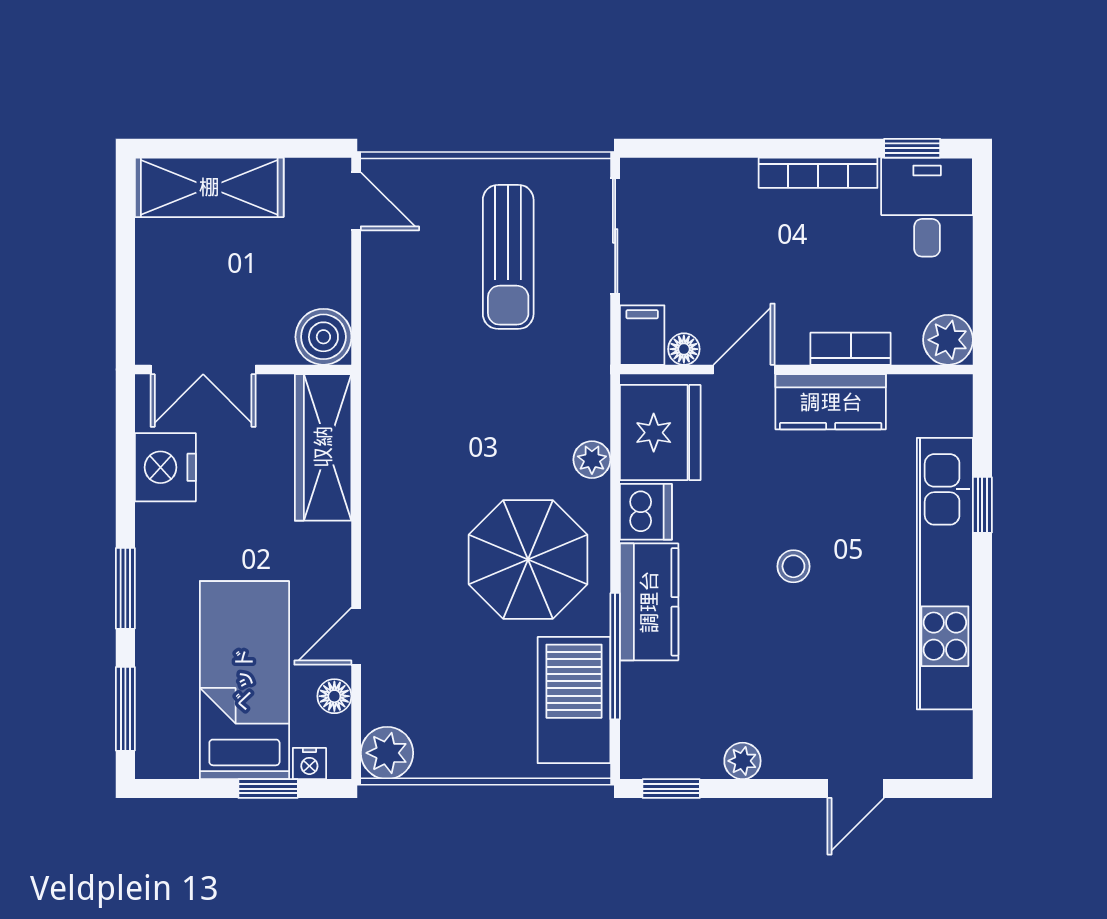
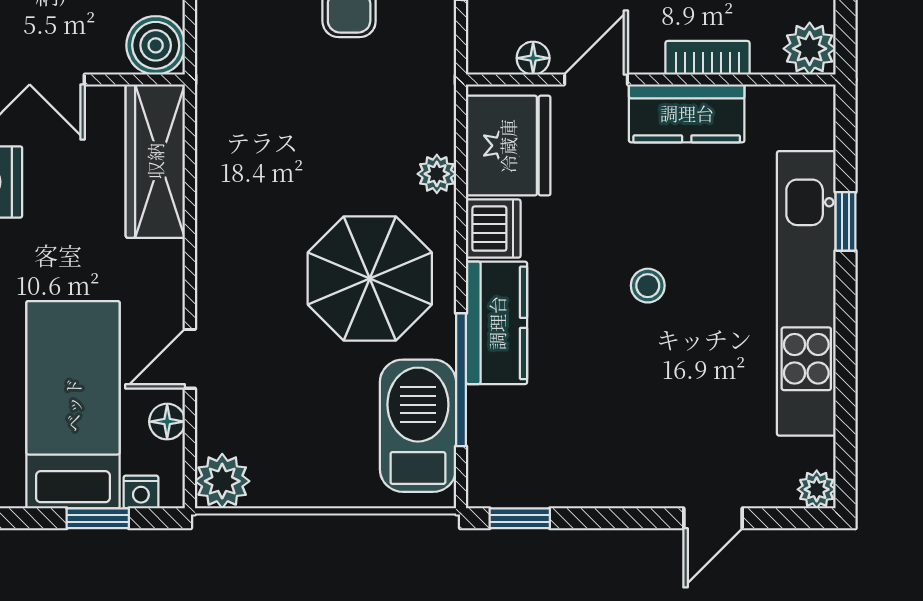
filing cabinet: (642, 335) -> (489, 44), removed
plant: (742, 761) -> (817, 489), moved

